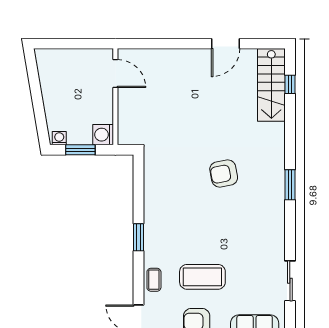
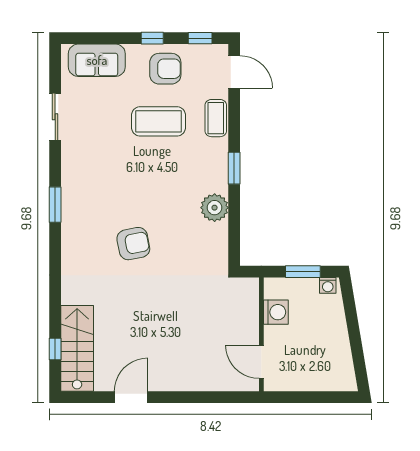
washing machine: (103, 135) -> (276, 312), moved
window: (290, 185) -> (55, 205), moved
plant: (155, 204) -> (215, 208), added
coffee table: (154, 280) -> (216, 118), width x1.36, depth x1.30

